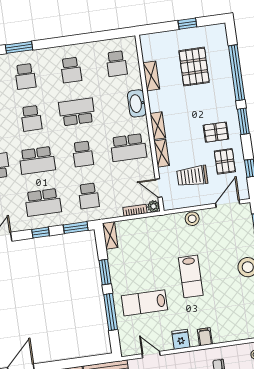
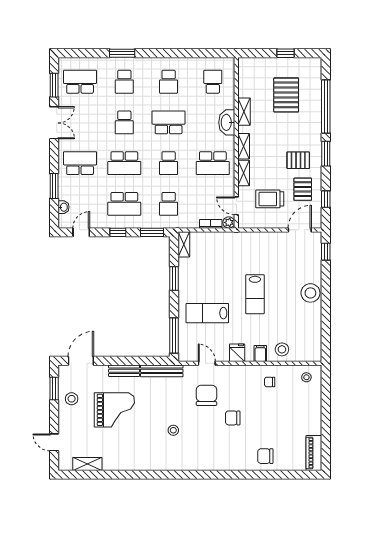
school desk: (117, 64) -> (213, 82), turned 180
shelving: (151, 76) -> (244, 112), moved
stool: (192, 219) -> (282, 349), moved
window: (111, 312) -> (174, 336), moved

